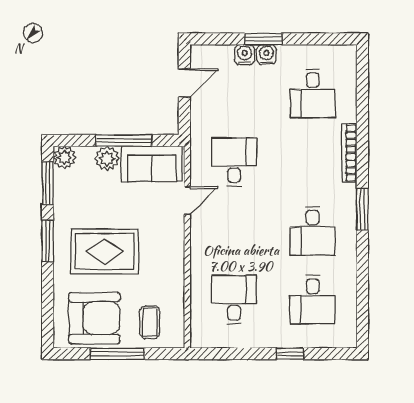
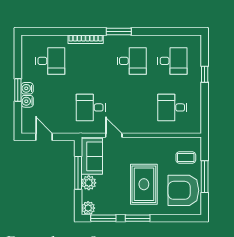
armchair: (94, 318) -> (183, 190), turned -90

